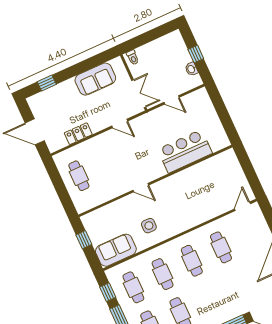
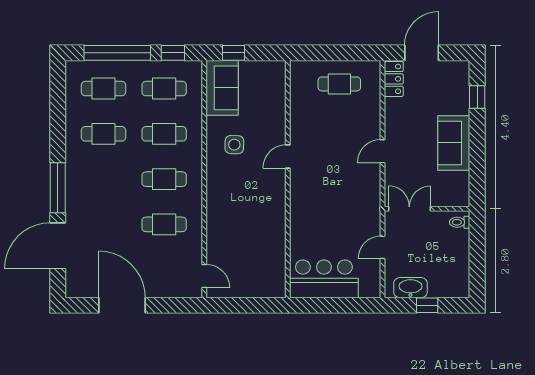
washbasin: (191, 69) -> (410, 288), width x1.91, depth x1.45
sofa: (95, 79) -> (454, 143), moved
double door: (139, 94) -> (409, 209), swing flipped
door: (120, 124) -> (382, 151), moved
locker: (78, 134) -> (394, 79), moved
bar counter: (185, 151) -> (324, 279), moved, turned -90
window: (84, 240) -> (234, 53), moved

